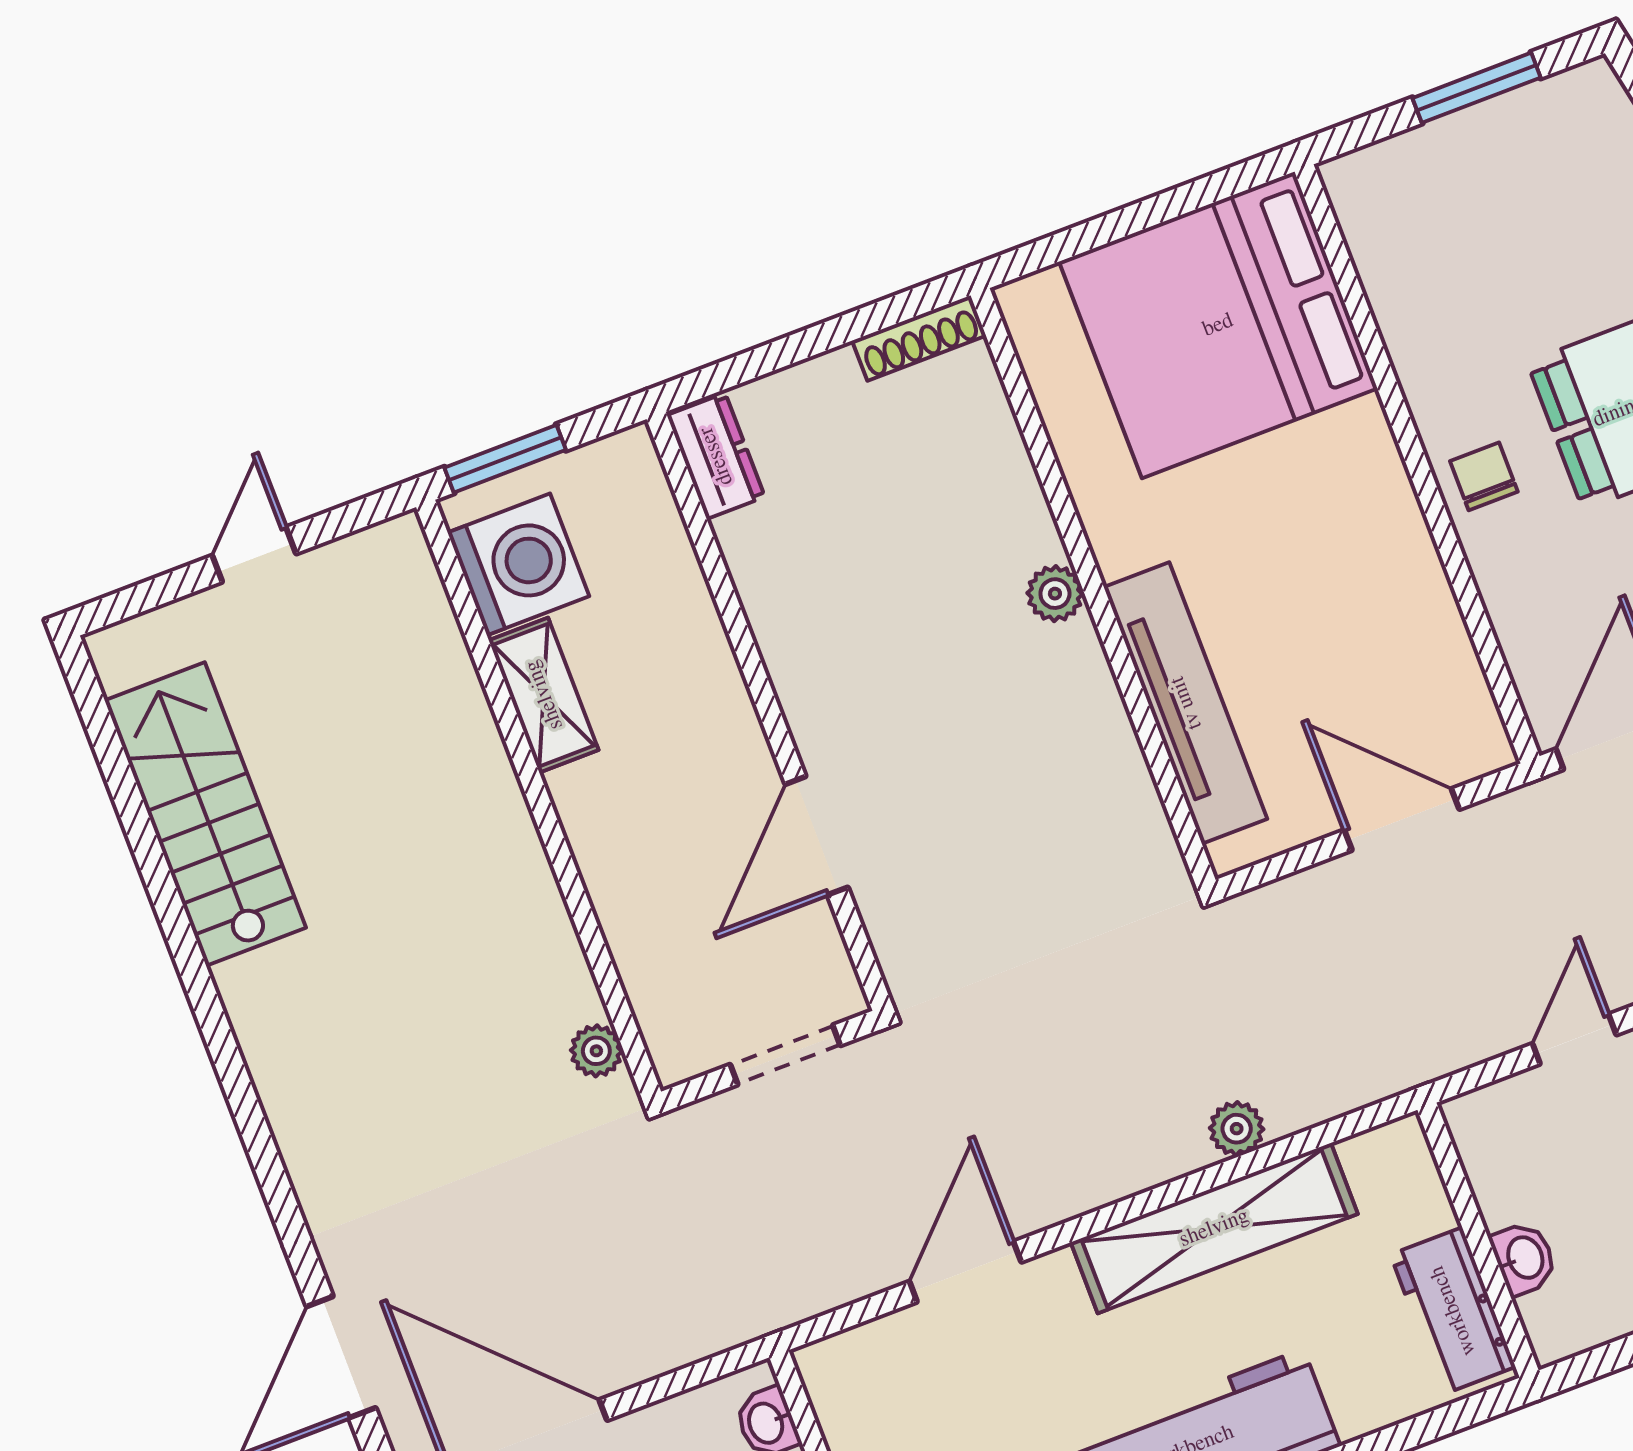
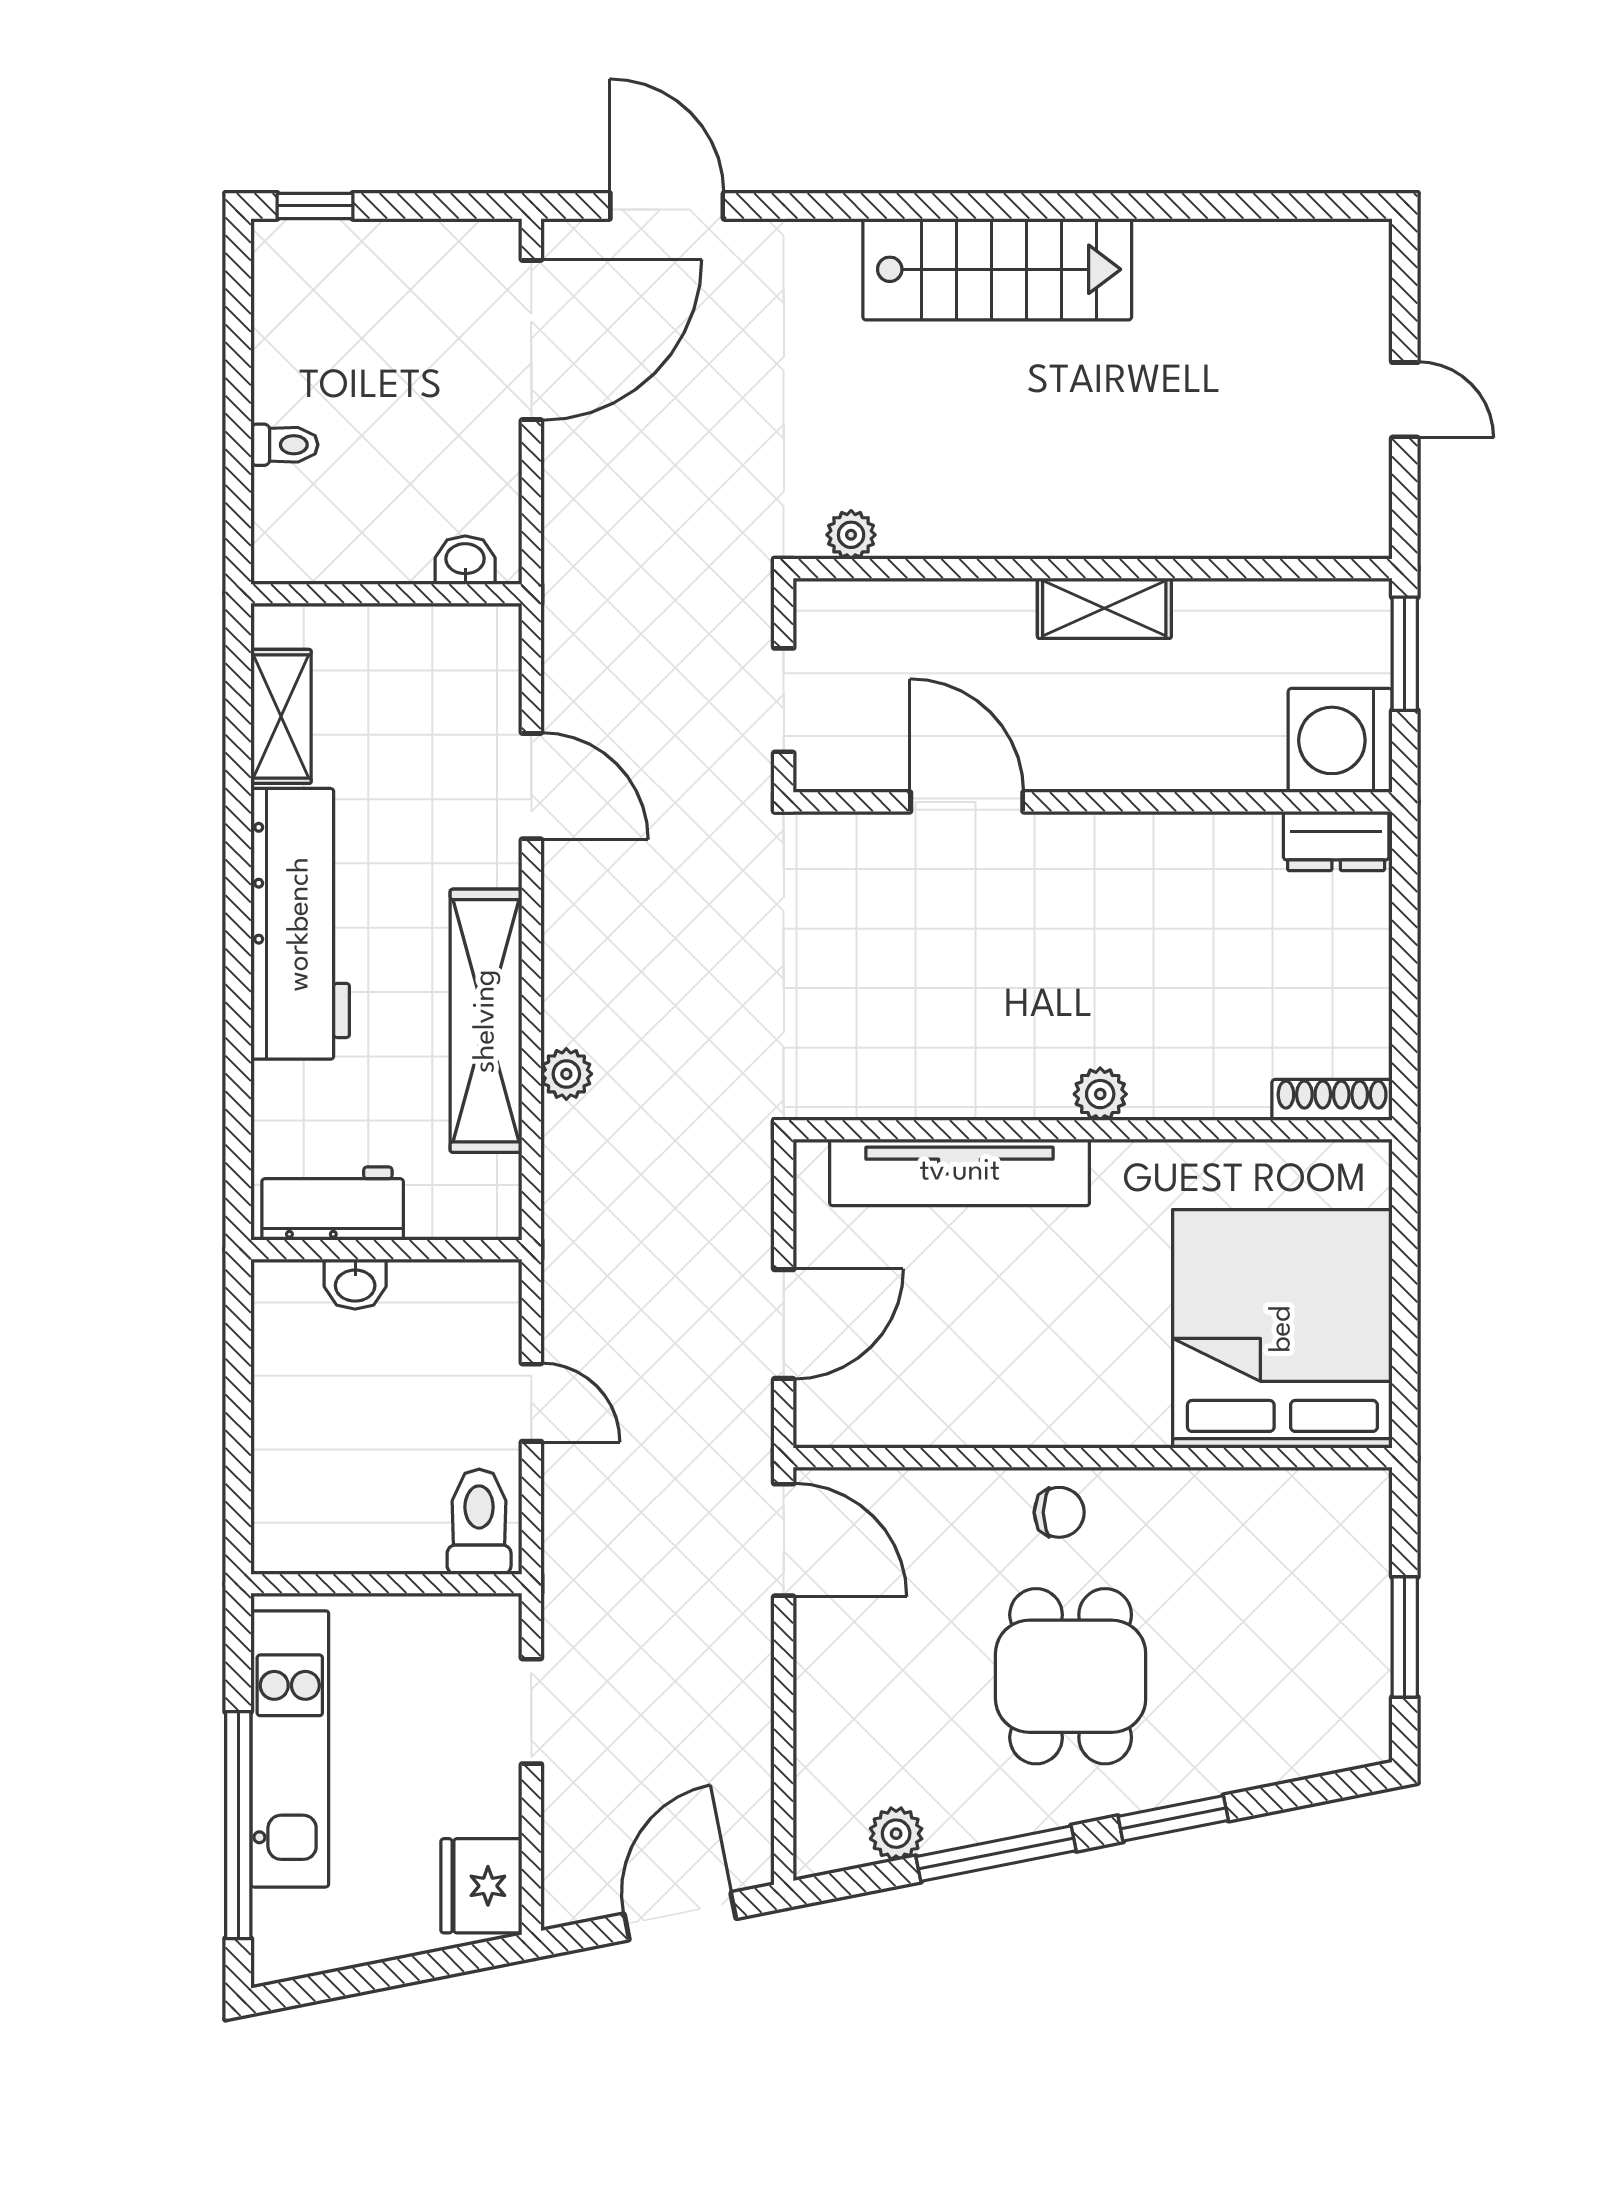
shoe rack: (919, 338) -> (1332, 1100), moved, turned 90
washing machine: (518, 564) -> (1340, 740), moved, turned 90
shelving: (544, 695) -> (1104, 608), moved
stairs: (205, 814) -> (997, 269), moved

